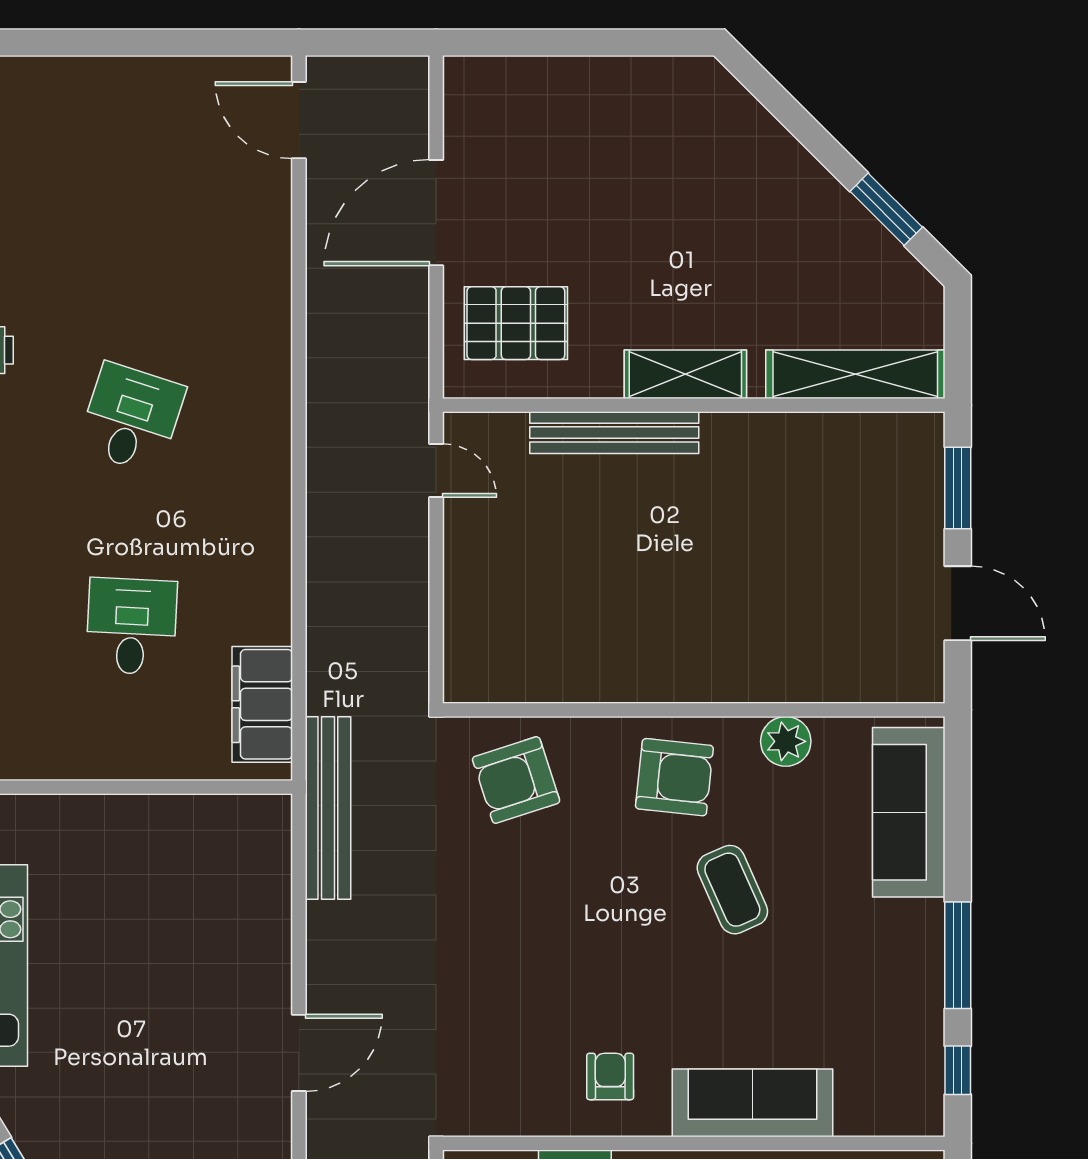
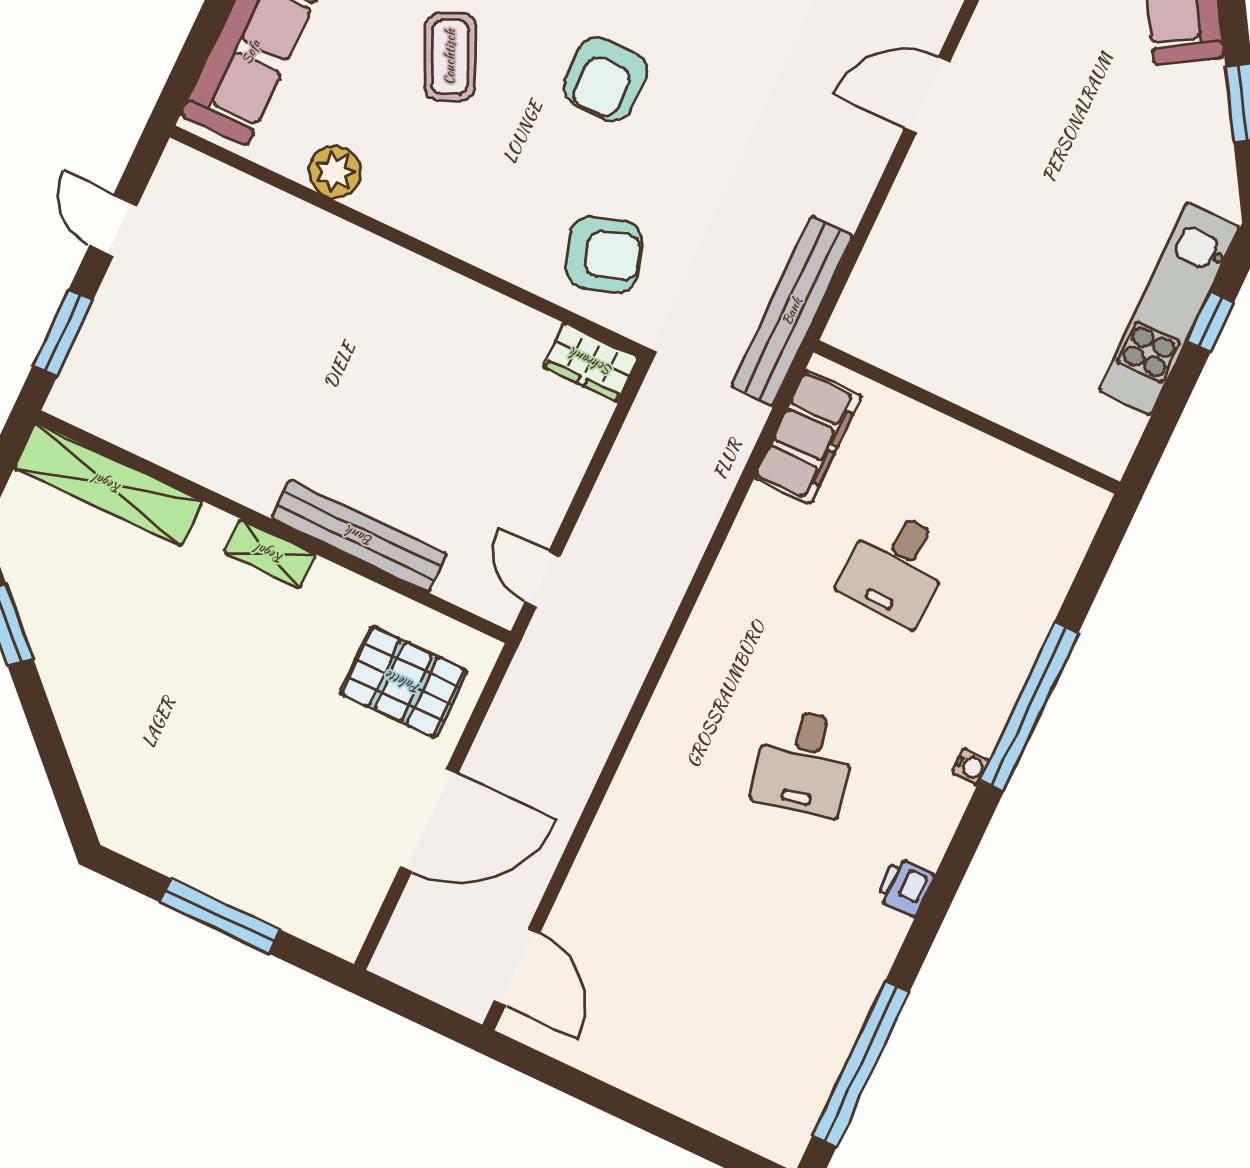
window: (579, 43) -> (220, 916), added
shelving: (685, 374) -> (270, 554), width x0.67, depth x0.75
desk: (131, 418) -> (804, 762), turned -30
door: (958, 603) -> (113, 225), width x0.73
wardrobe: (483, 680) -> (591, 362), added
armchair: (674, 777) -> (605, 79), moved, turned -96

